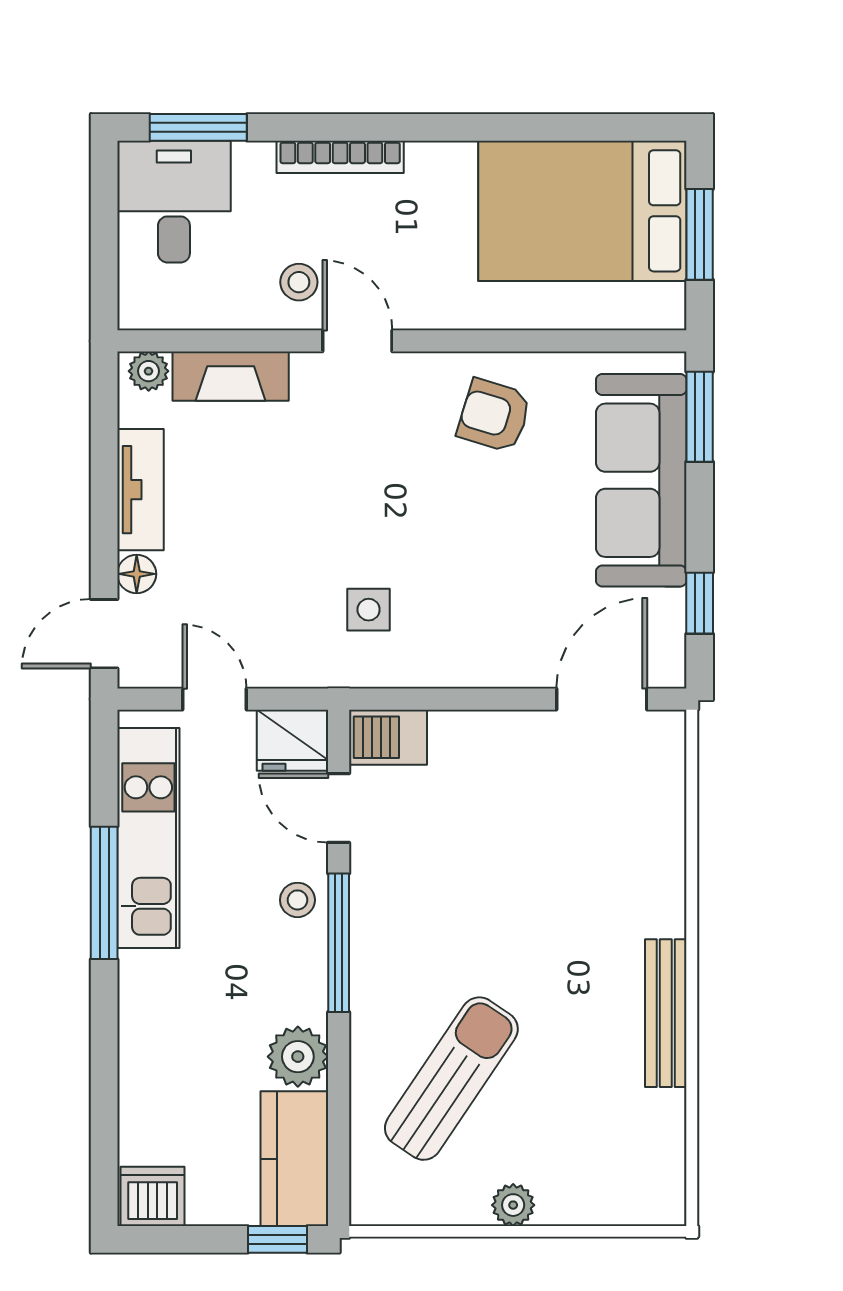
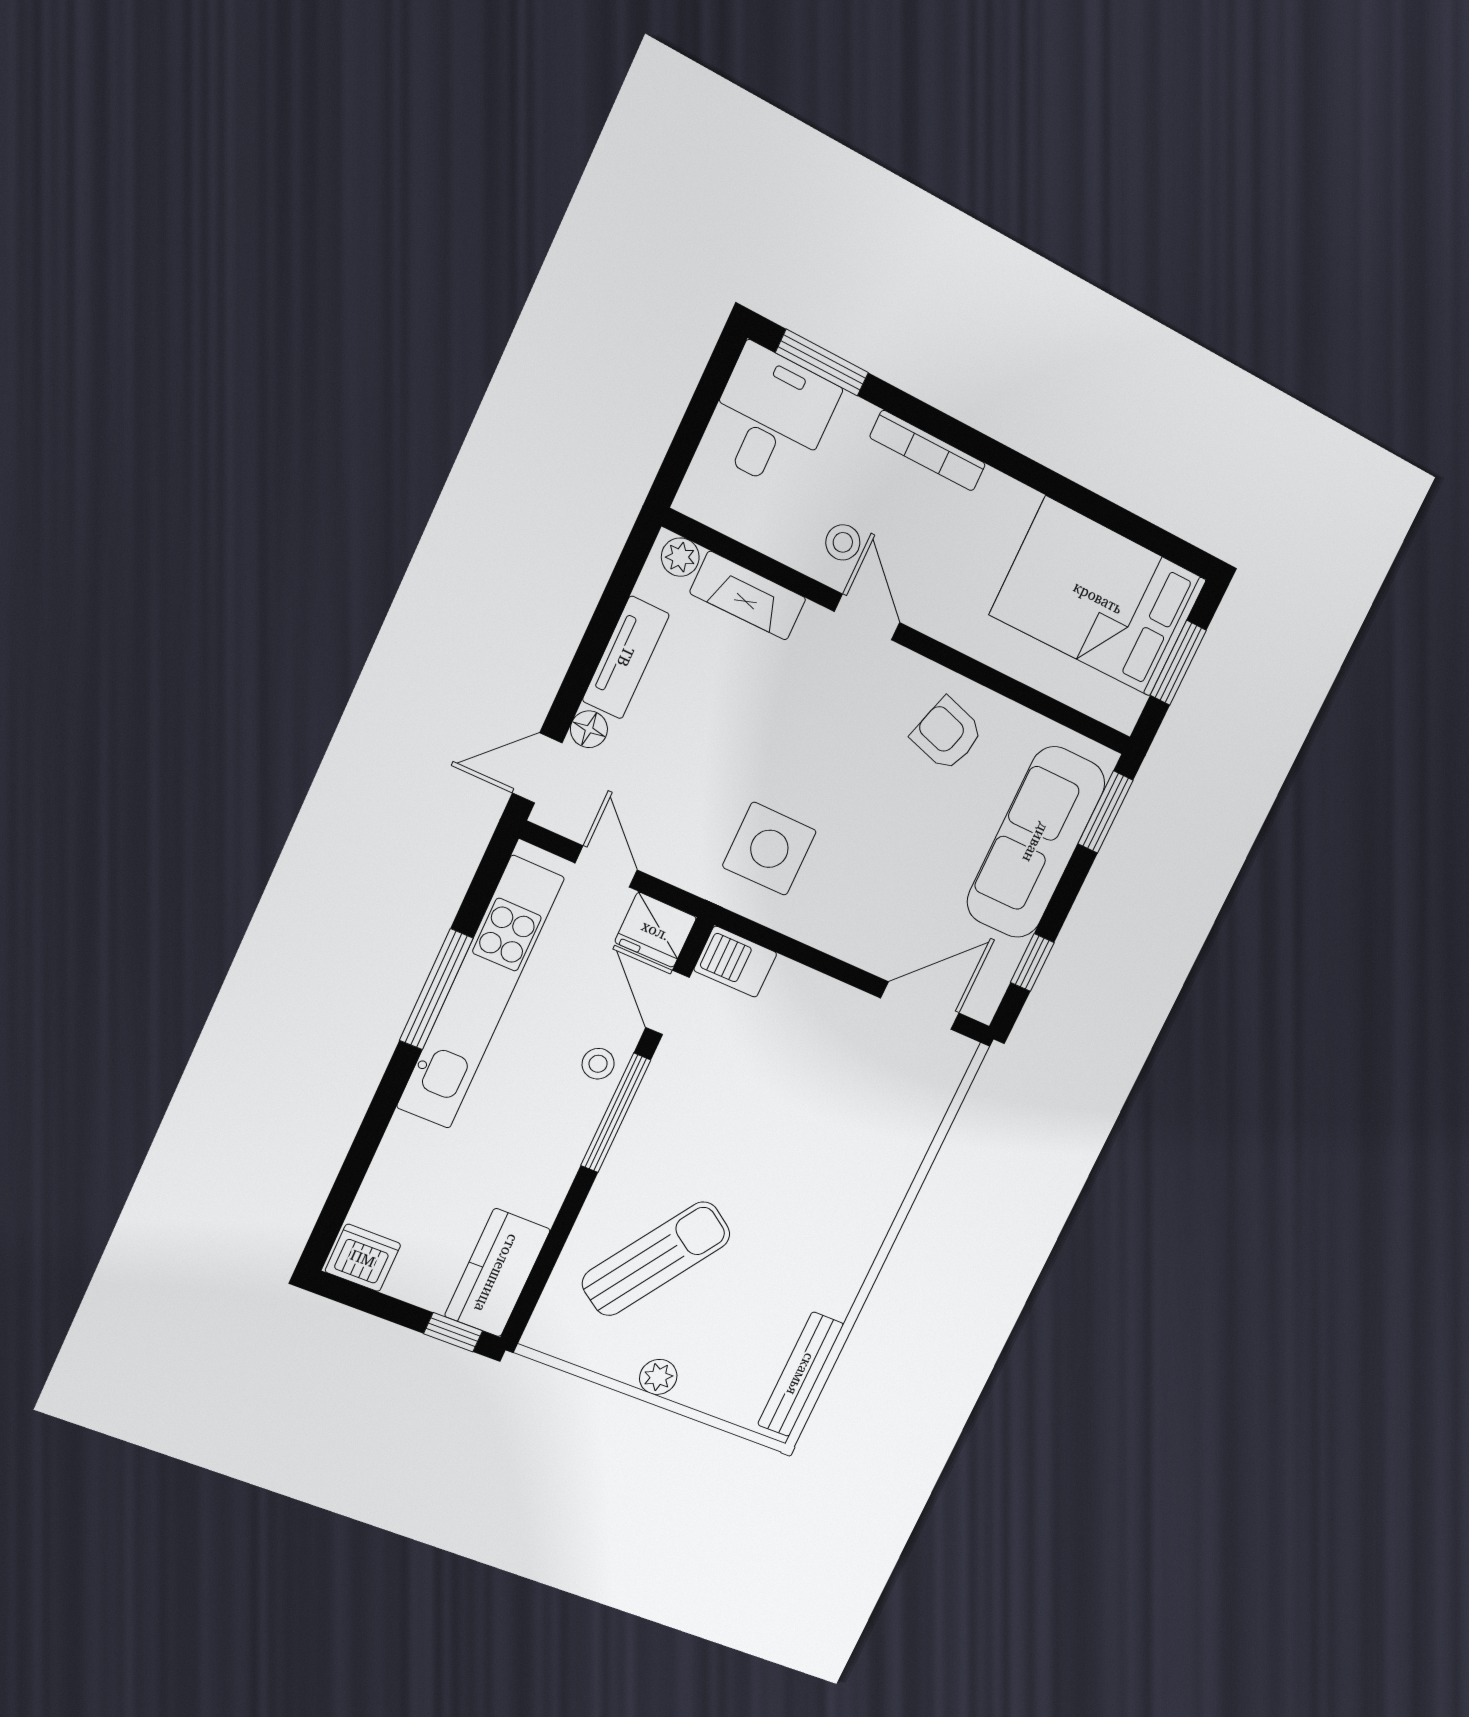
side table: (369, 610) -> (769, 849), width x1.87, depth x1.87
kitchen unit: (148, 838) -> (480, 993), width x1.36
bench: (666, 1013) -> (801, 1374), moved
plant: (298, 1057) -> (539, 1192), removed

